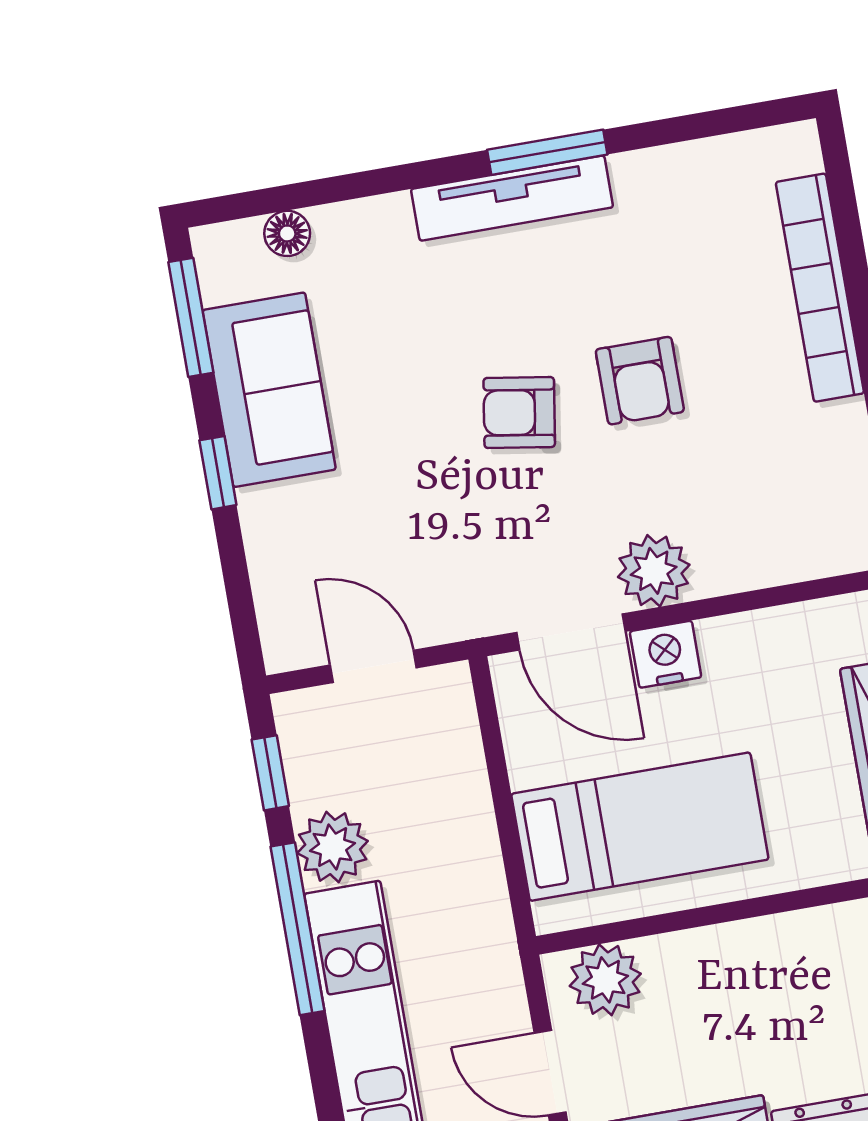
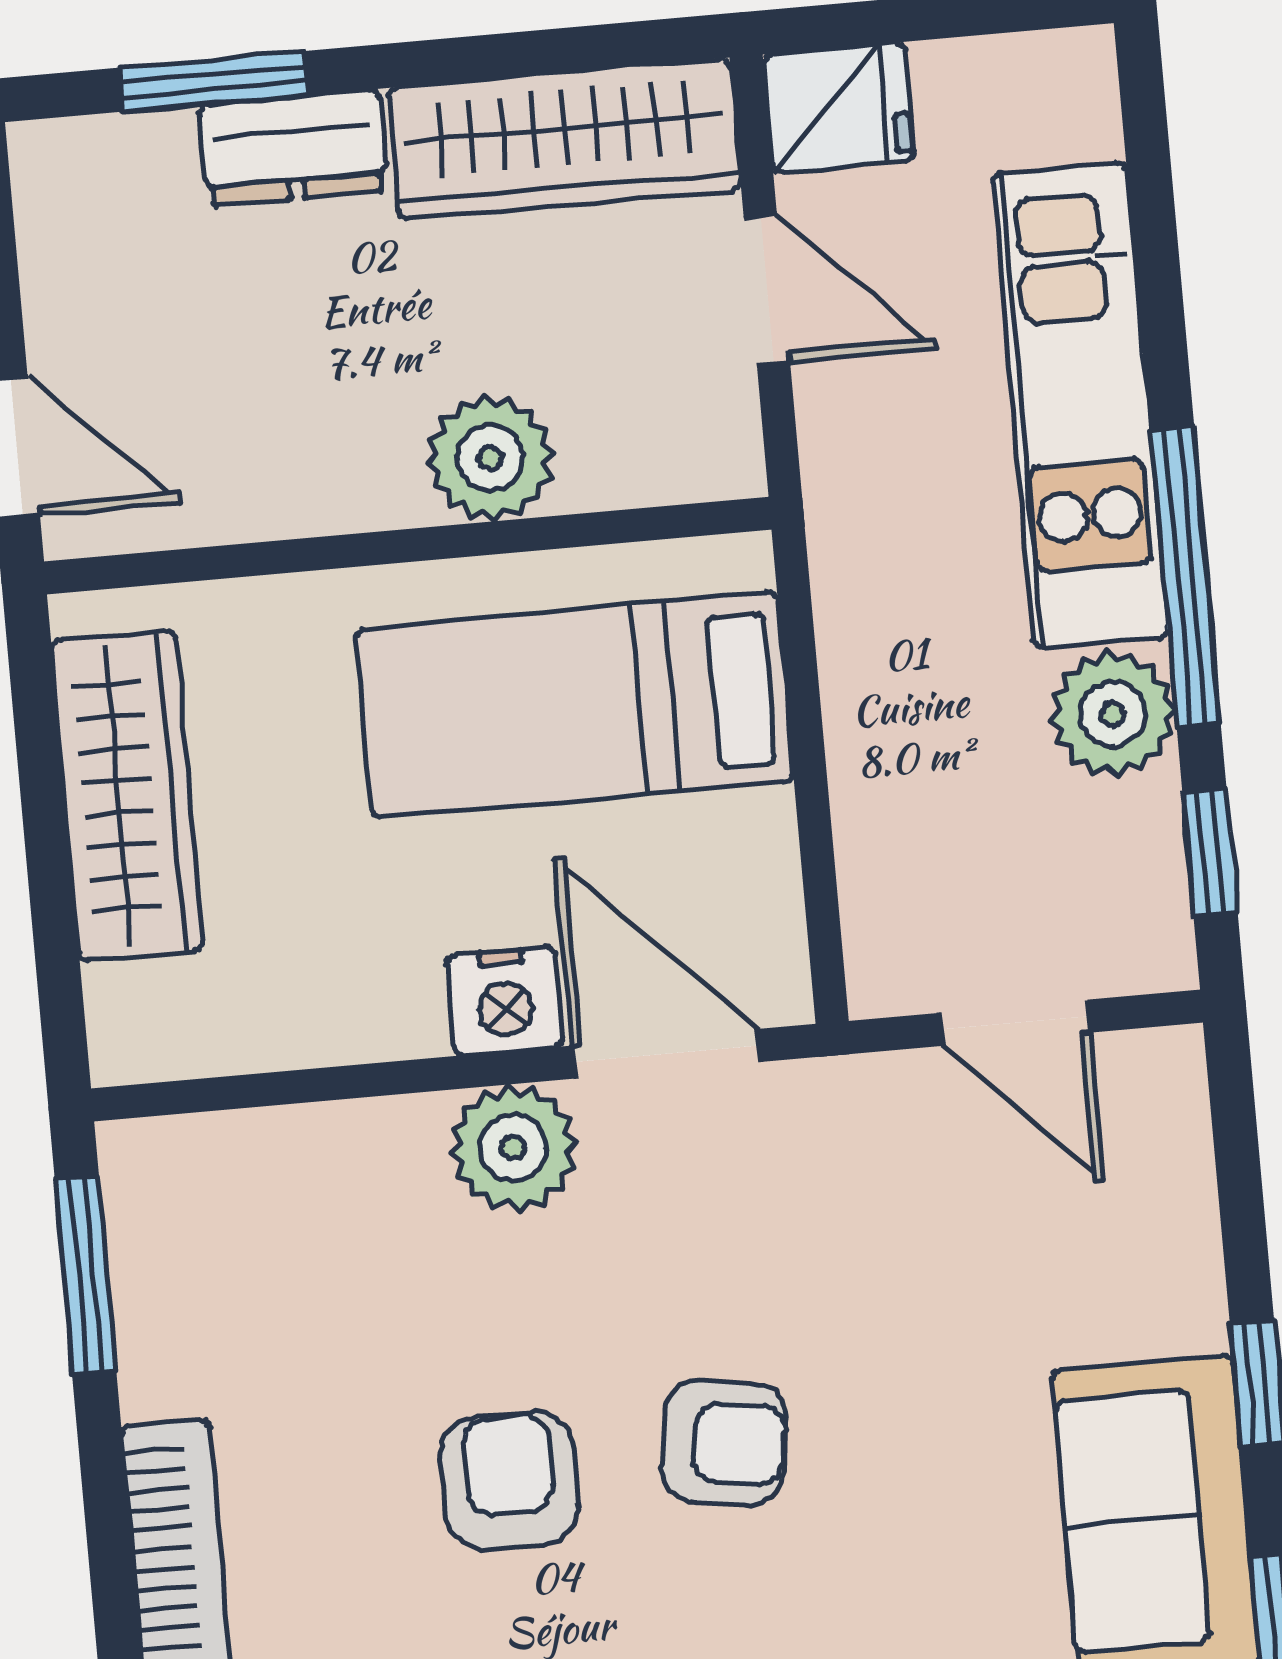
plant: (605, 980) -> (490, 458), moved

